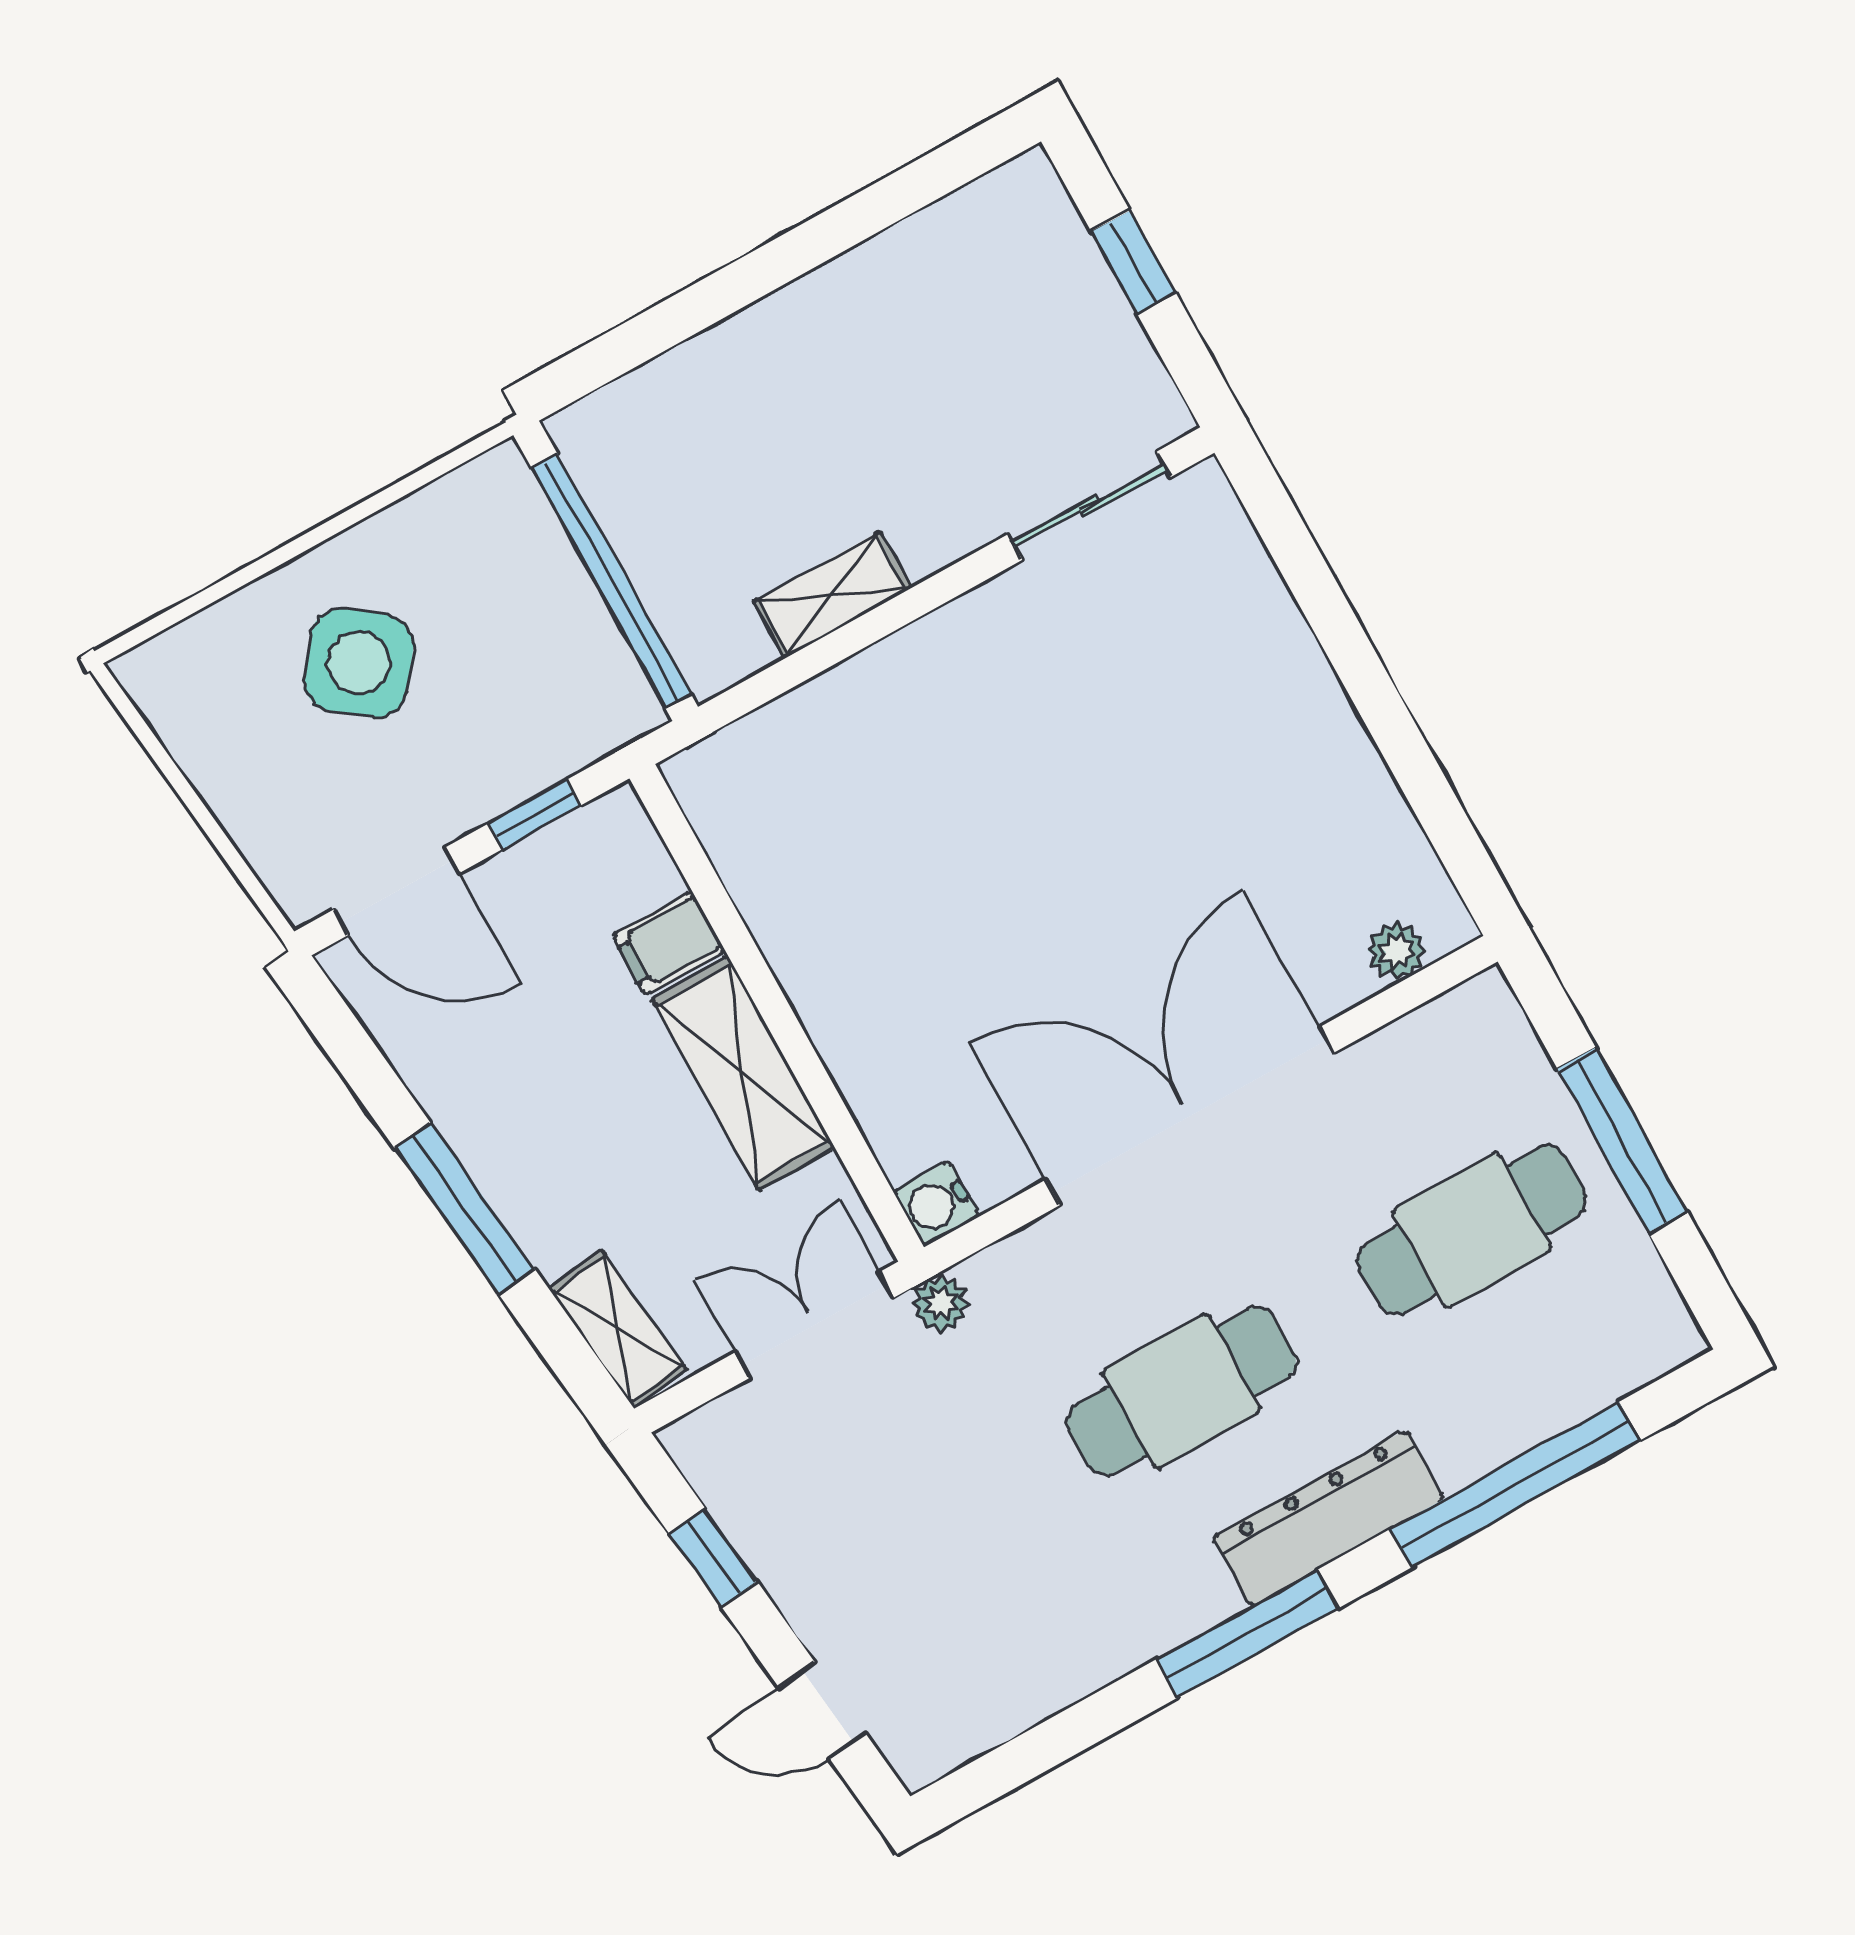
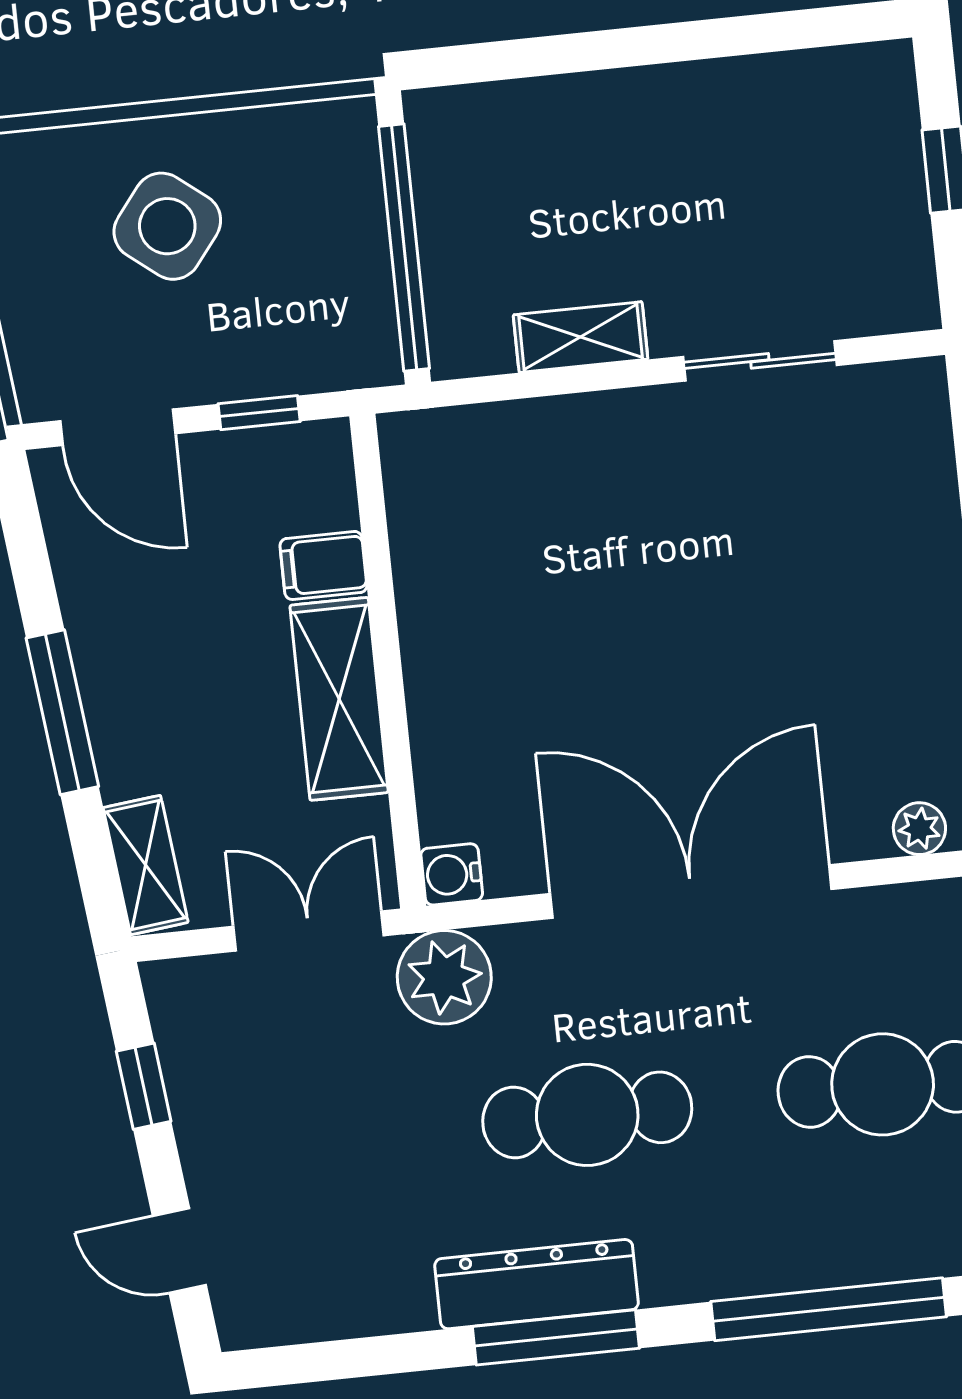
sliding door: (1089, 506) -> (760, 361), moved
plant: (941, 1303) -> (444, 977), width x1.87, depth x1.87
dresser: (1329, 1518) -> (537, 1284), moved

